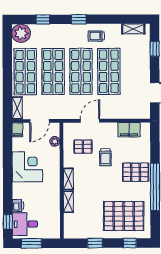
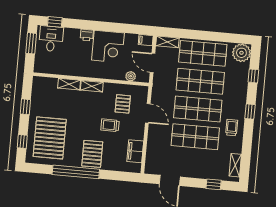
printer: (18, 205) -> (87, 35), moved

